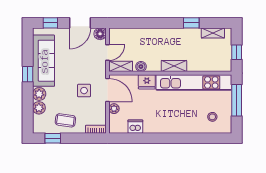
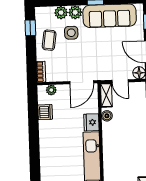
shelving: (174, 66) -> (109, 150), removed
side table: (84, 91) -> (71, 33), moved
plant: (114, 109) -> (51, 90), moved

